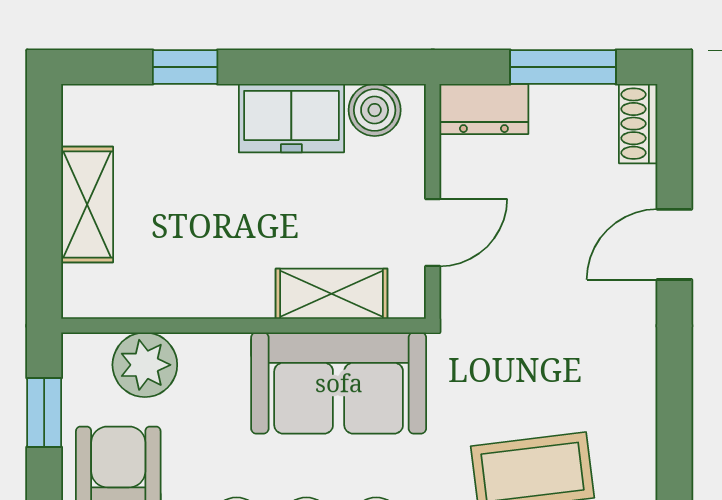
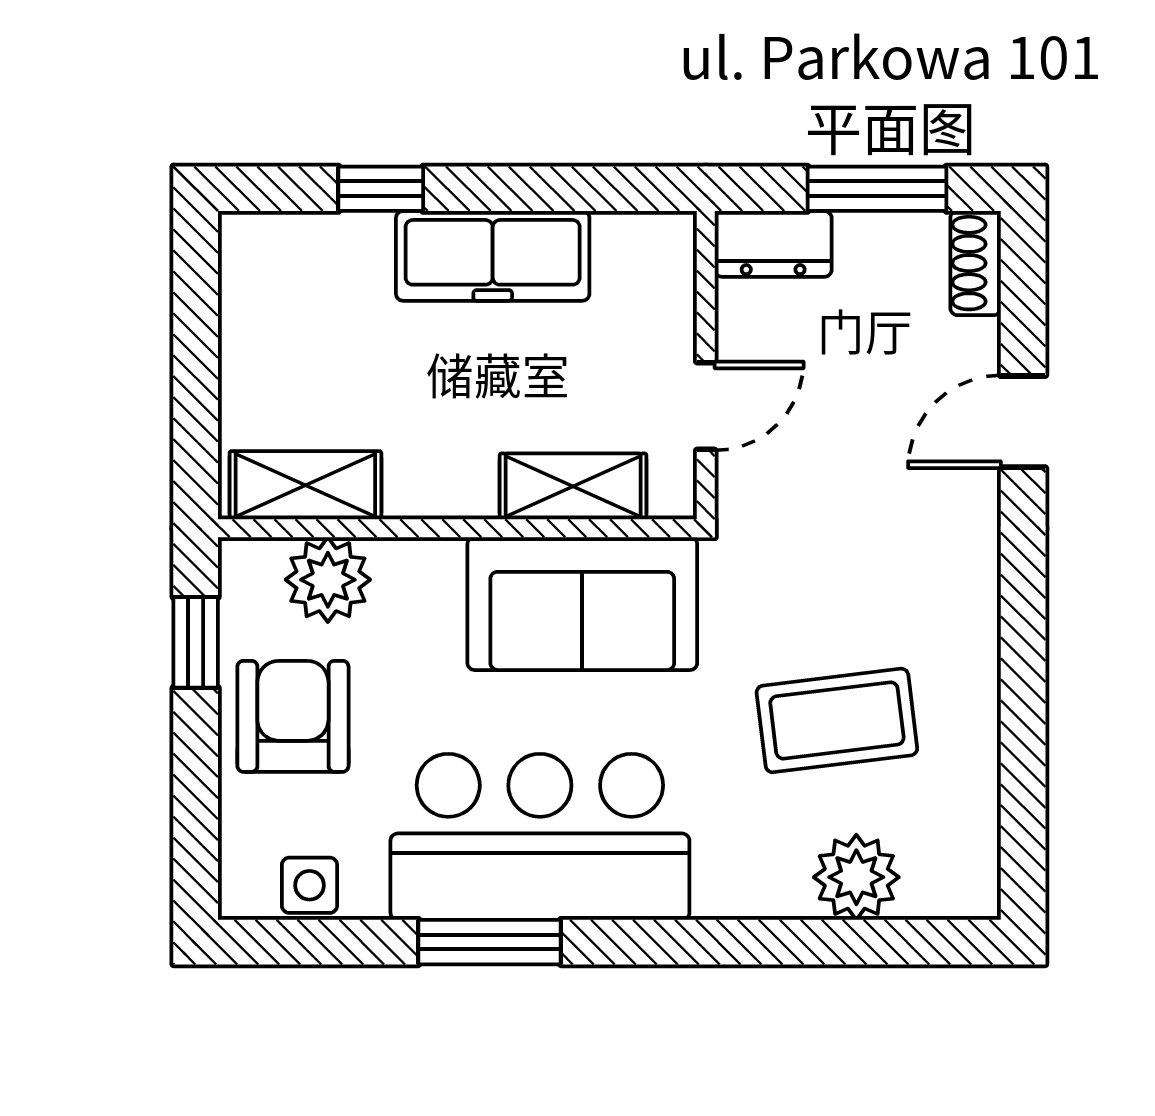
boiler: (375, 110) -> (630, 245), removed
freezer: (291, 118) -> (493, 256), width x1.40
shelving: (87, 204) -> (305, 485), moved, turned 90

